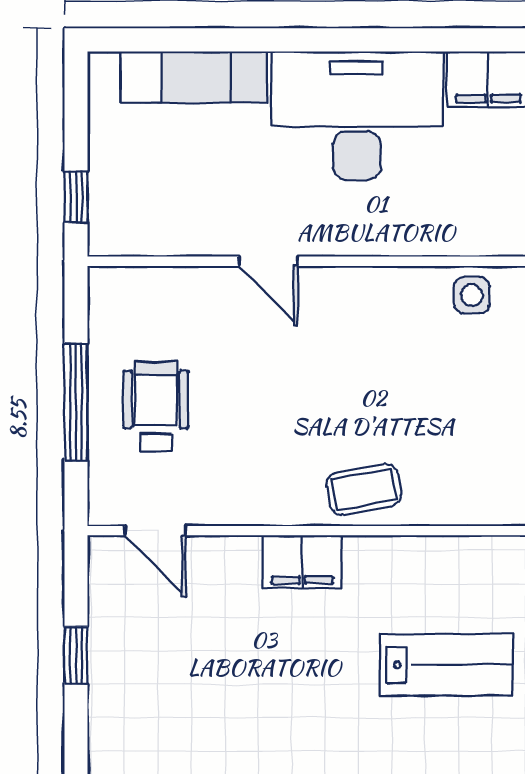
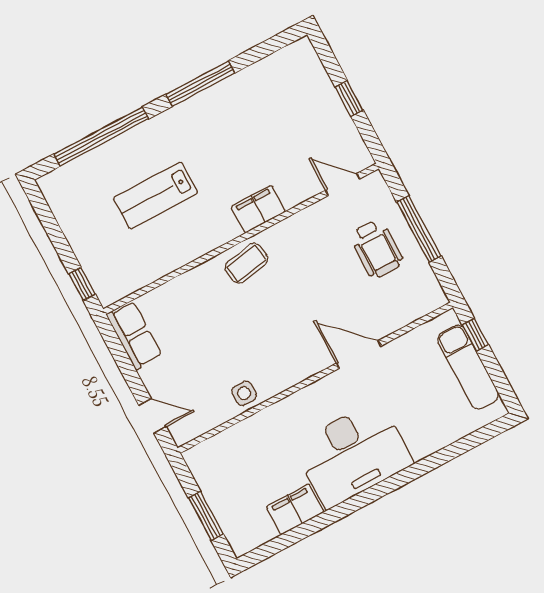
exam couch: (194, 77) -> (468, 367), moved, turned -90
door: (268, 261) -> (359, 355), width x1.38

